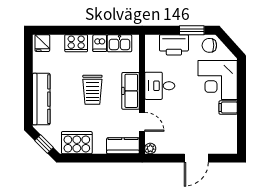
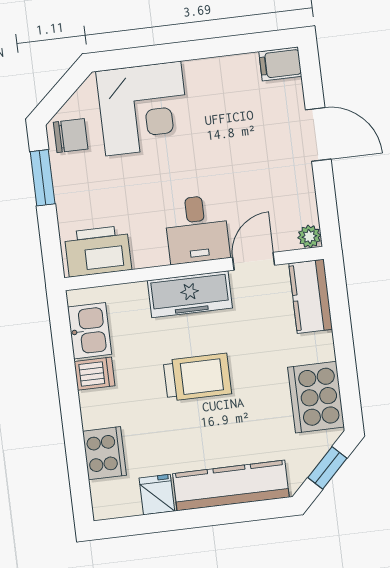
fridge: (42, 43) -> (157, 495), moved, turned -90
cooker: (76, 43) -> (104, 453), moved
printer: (174, 45) -> (98, 251), moved, turned -90
chair: (209, 45) -> (71, 136), turned -90
desk: (160, 86) -> (197, 229), moved
filing cabinet: (228, 107) -> (280, 64), moved, turned 90

